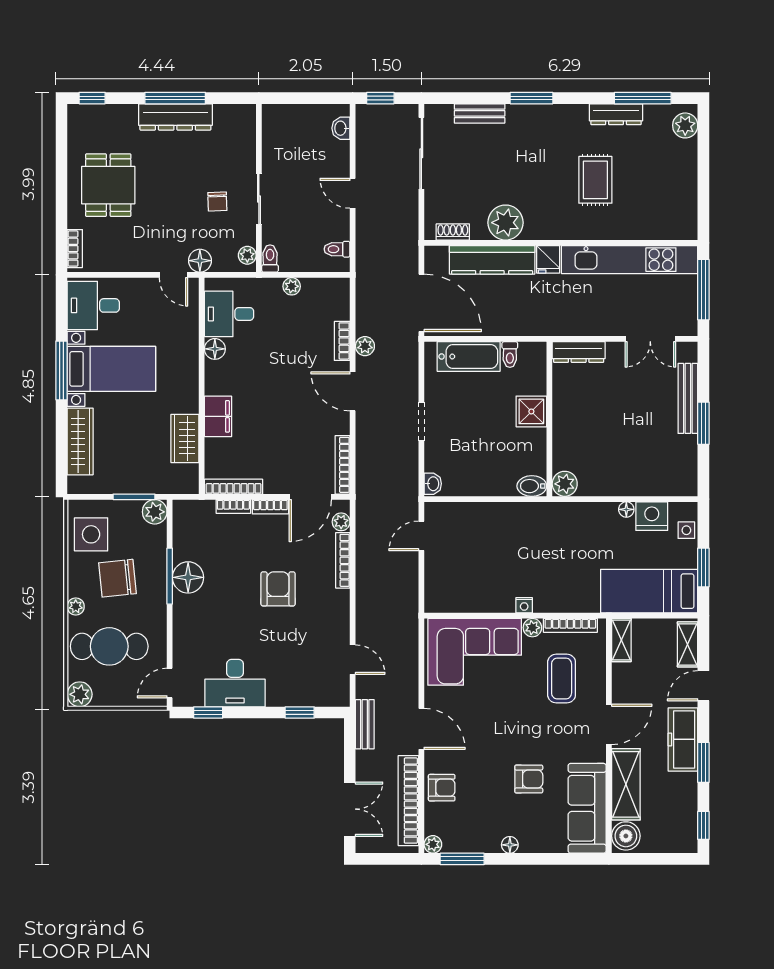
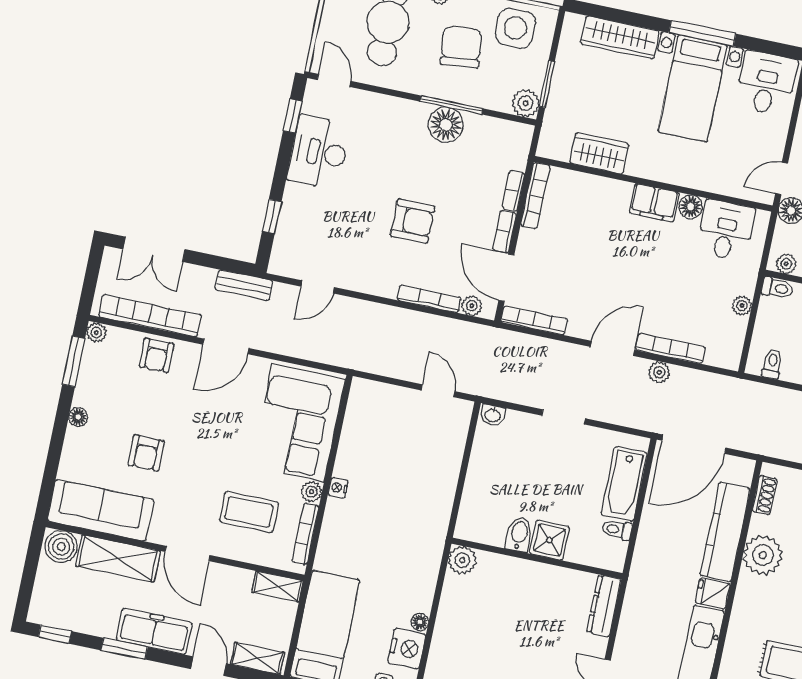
bookcase: (342, 341) -> (670, 348), width x1.56
filing cabinet: (218, 416) -> (654, 203), moved
bidet: (532, 486) -> (519, 534), moved

